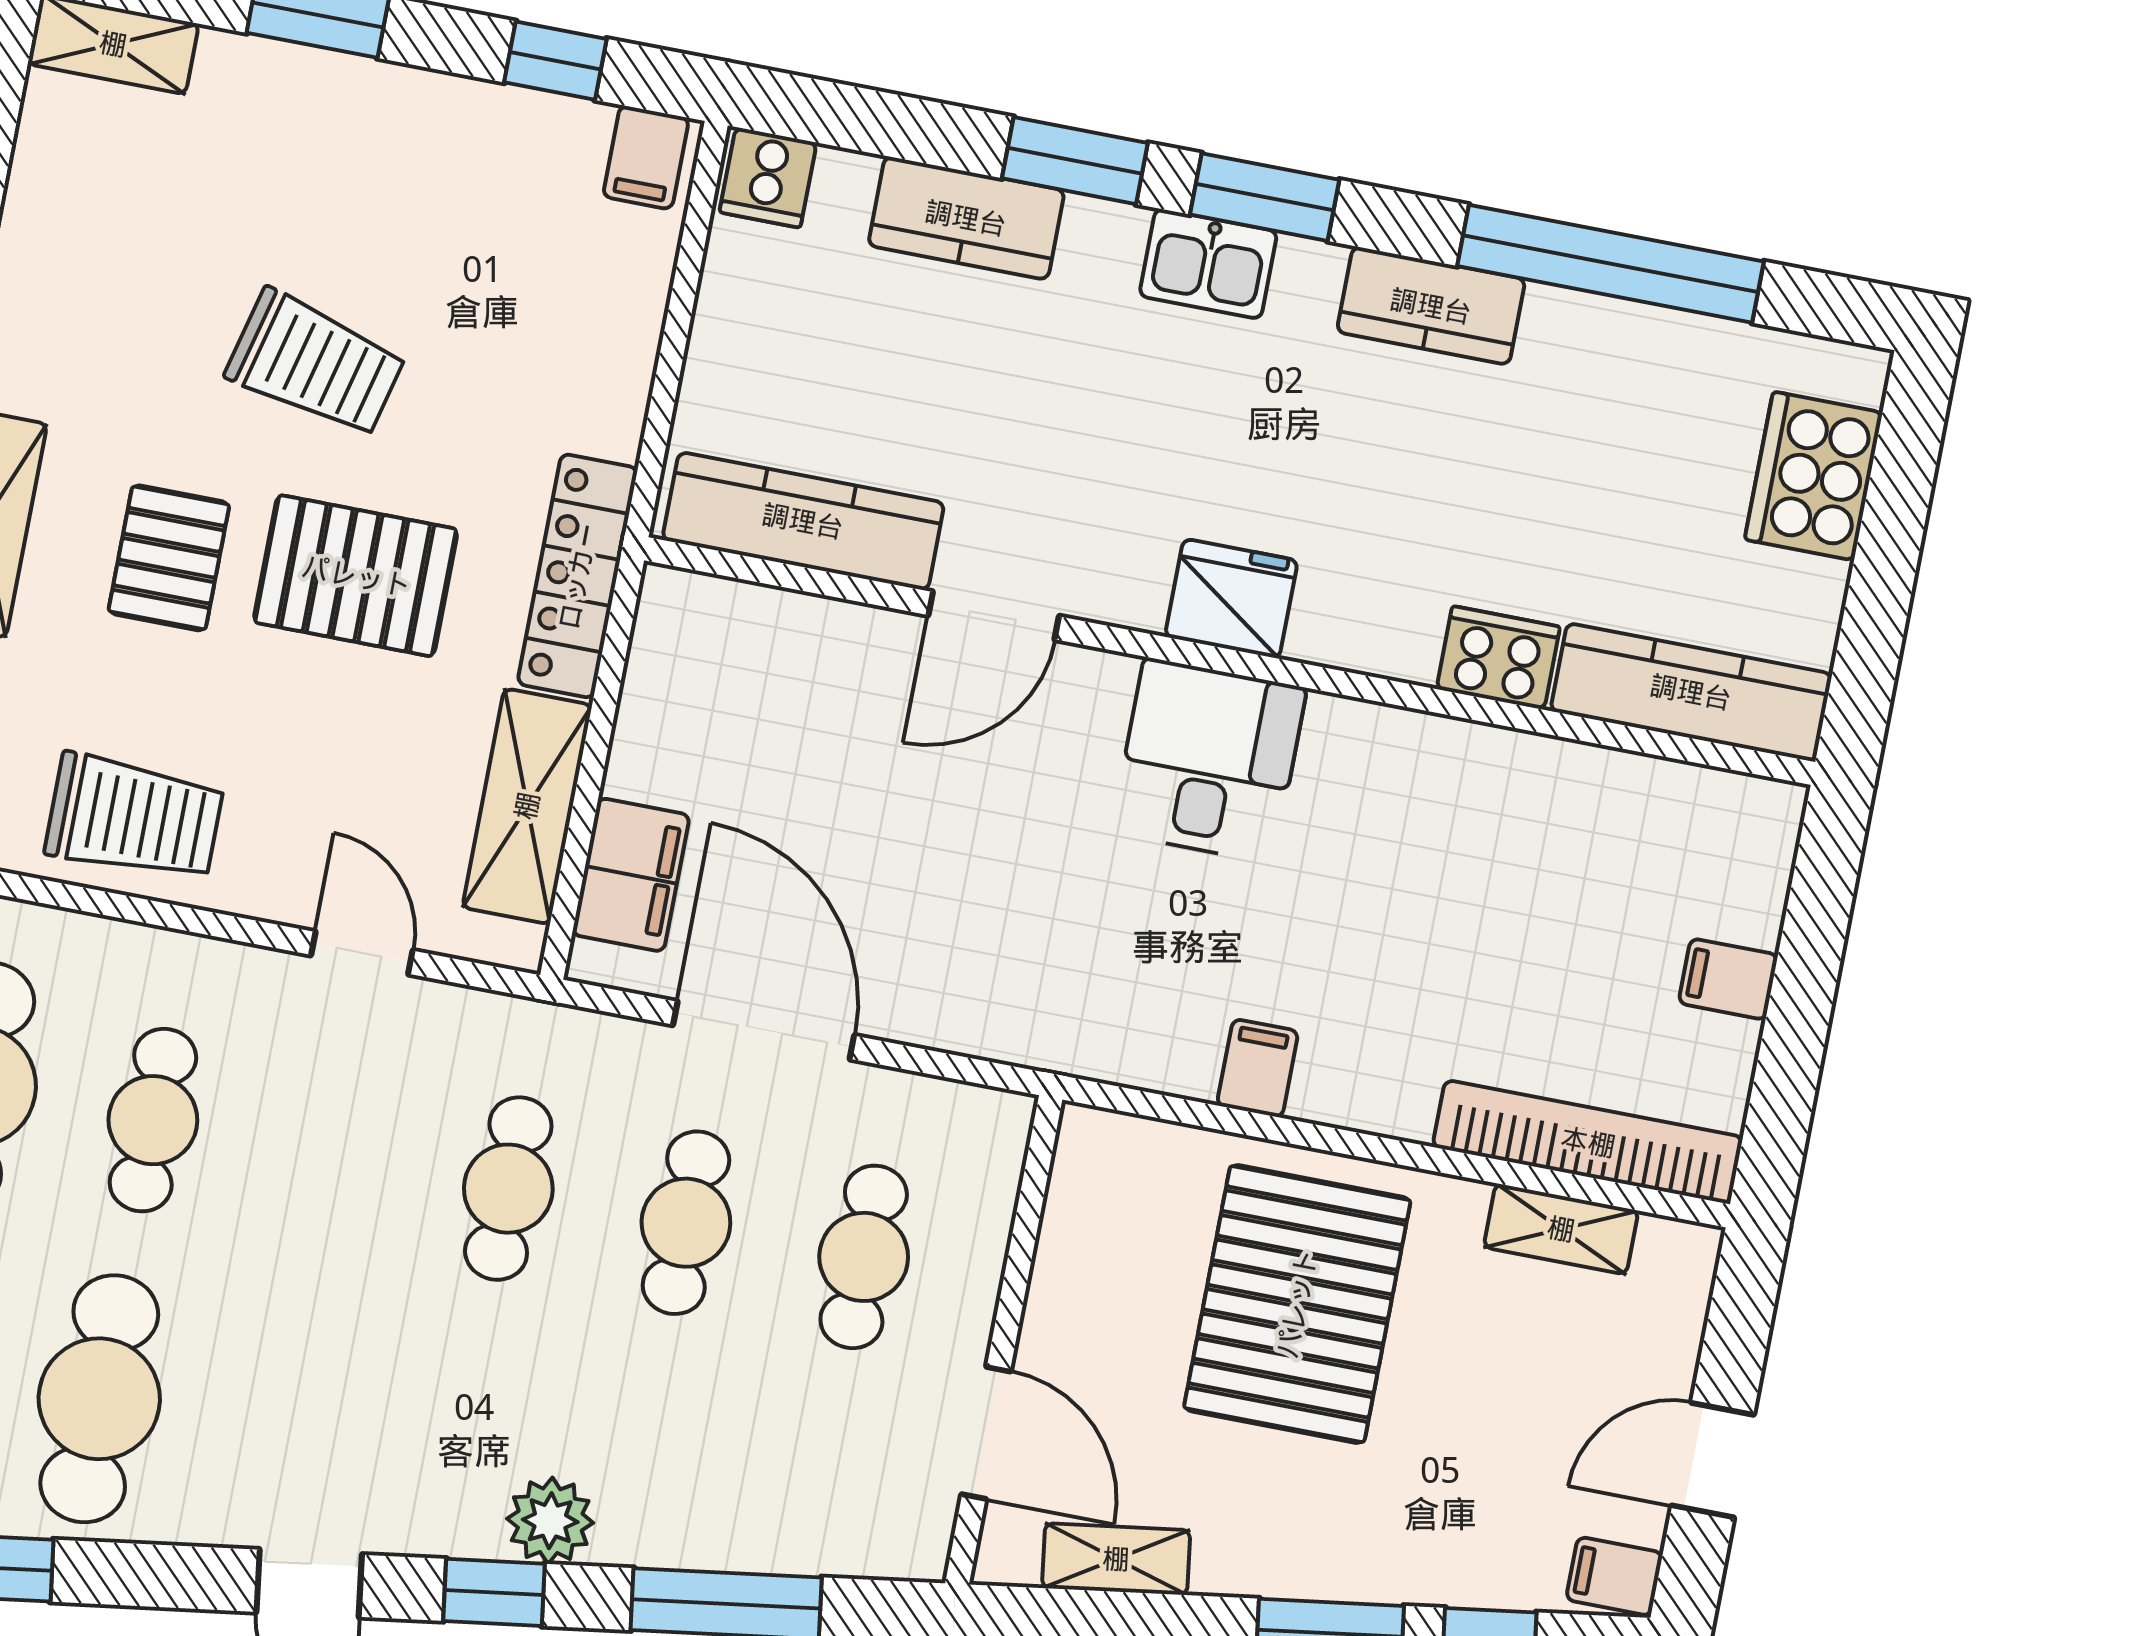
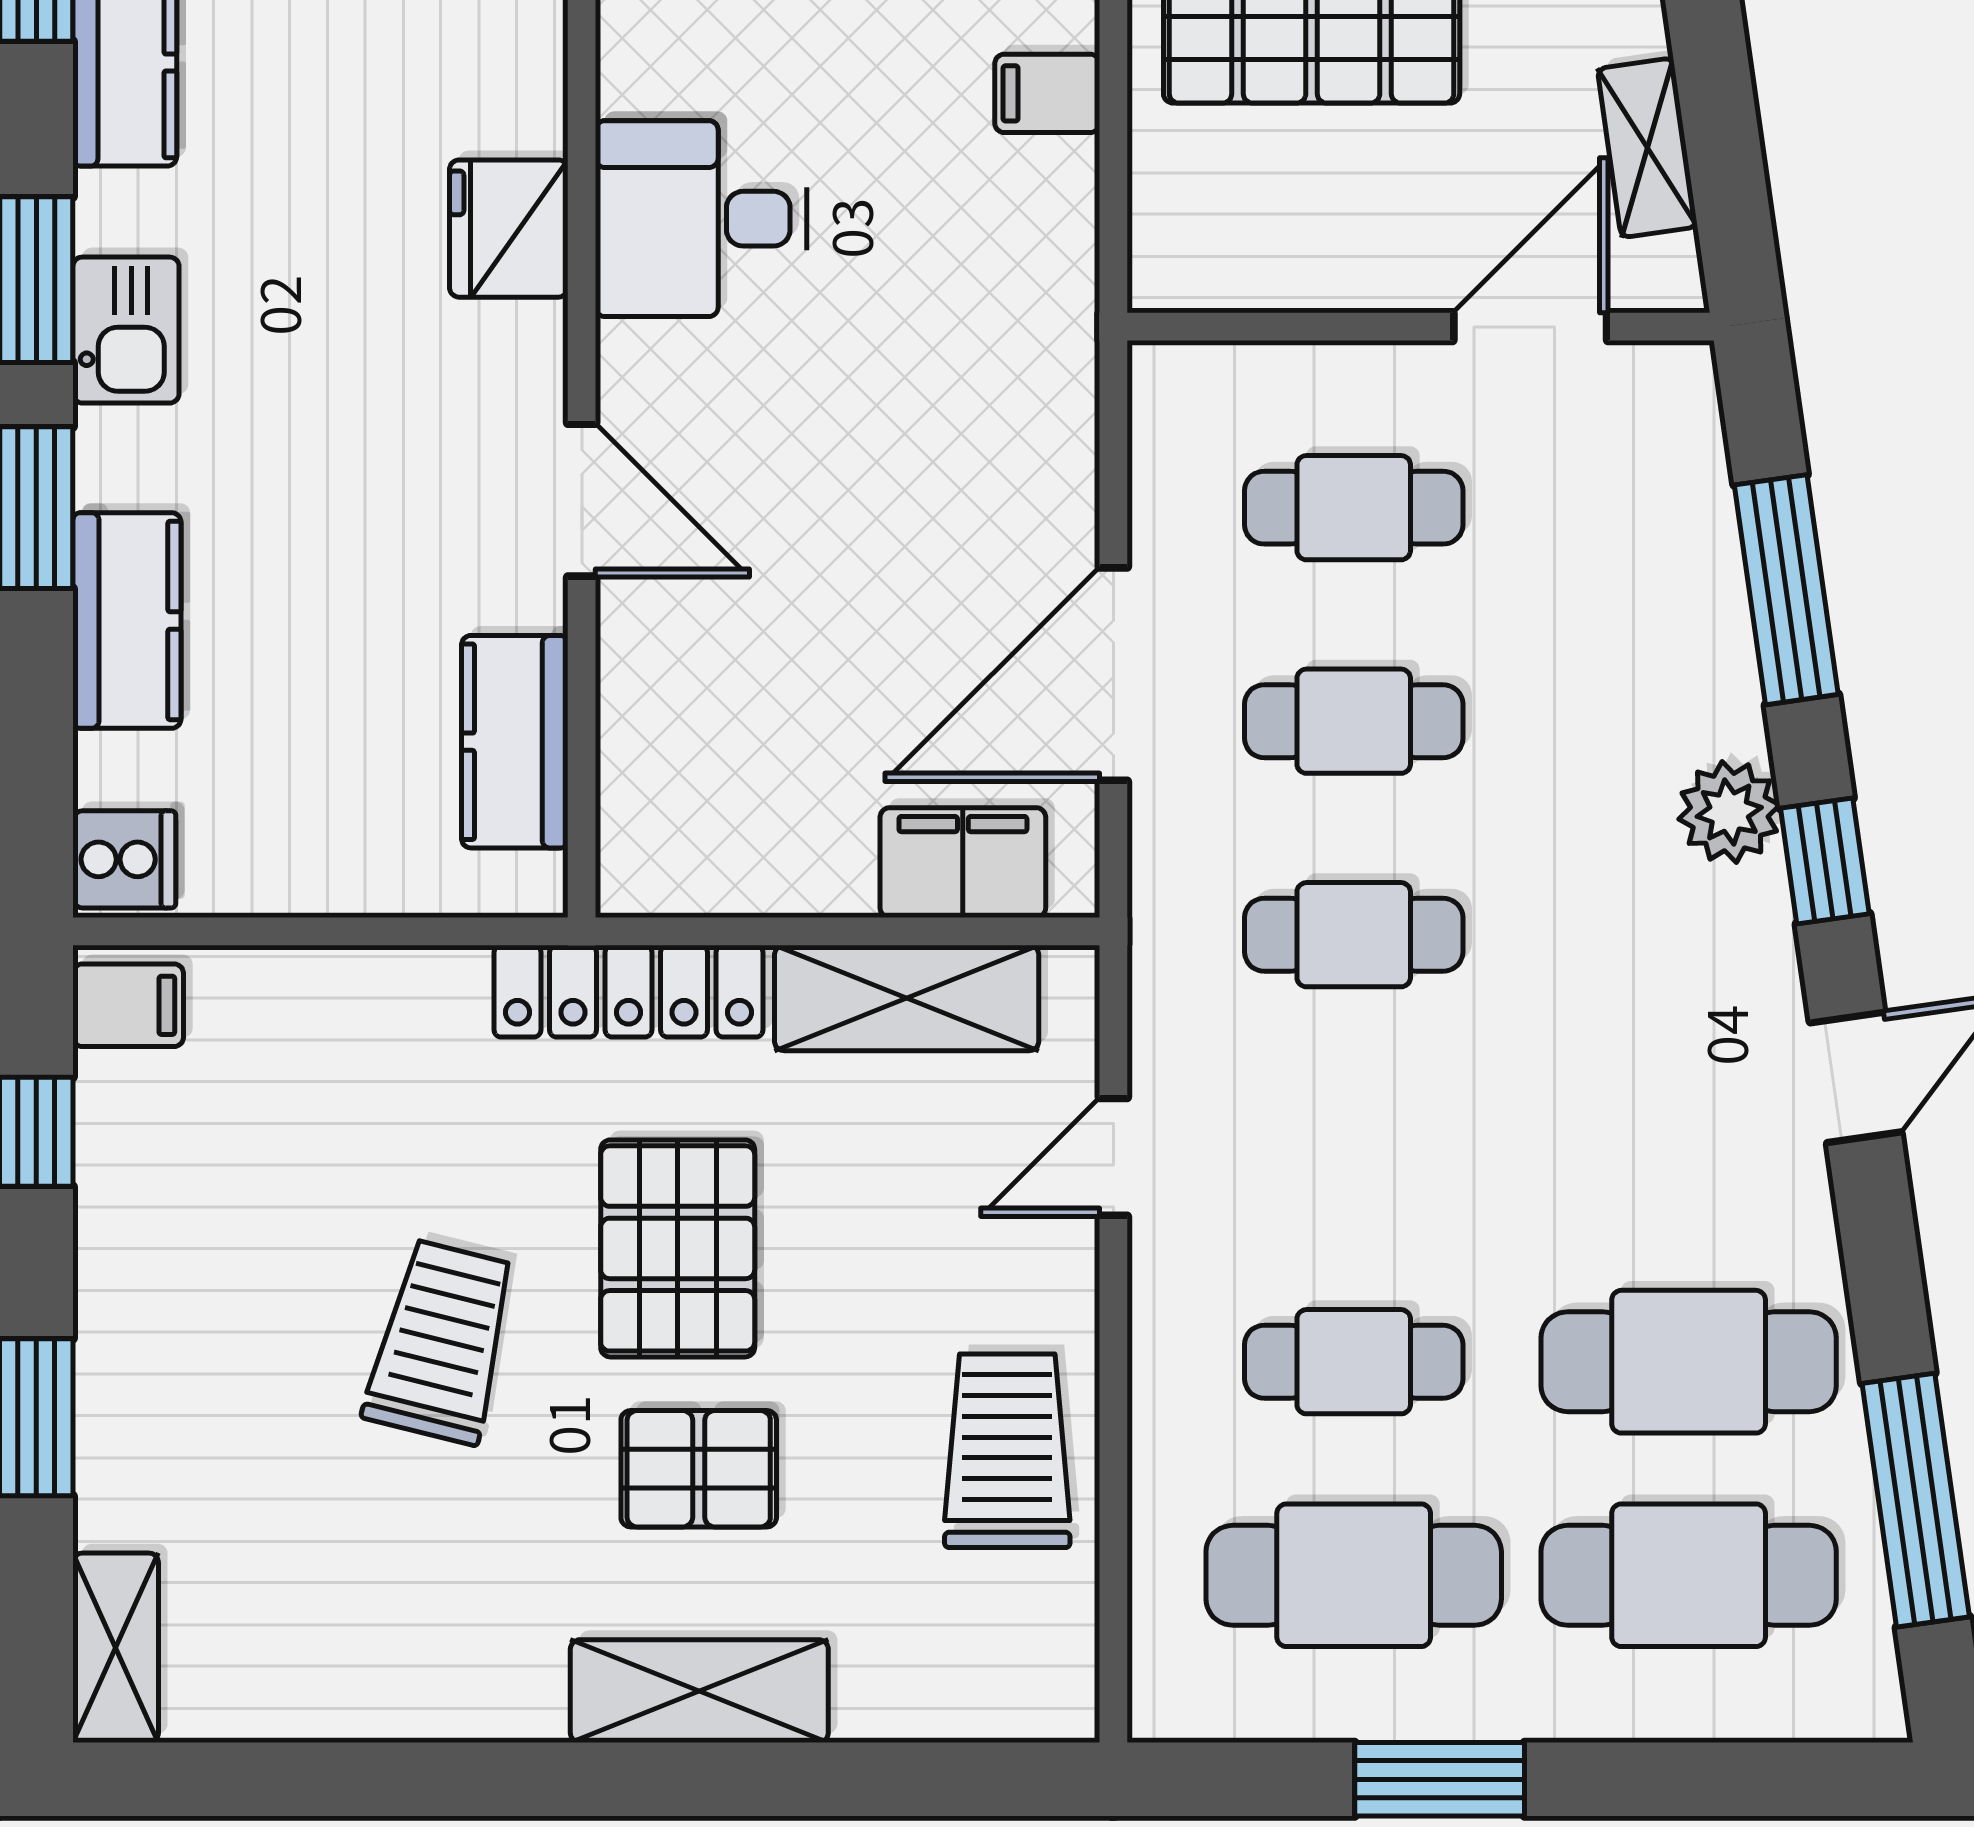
kitchen counter: (803, 521) -> (515, 742), width x0.67

